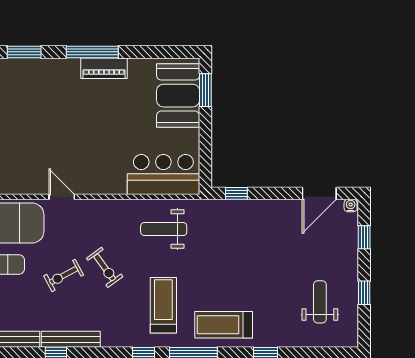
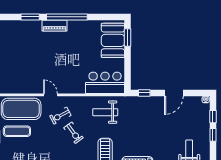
window: (92, 52) -> (67, 17), width x1.46
piano: (104, 68) -> (55, 26), moved
door: (319, 193) -> (174, 93), moved
exercise bike: (64, 276) -> (60, 116), moved
window: (364, 293) -> (213, 135), moved

